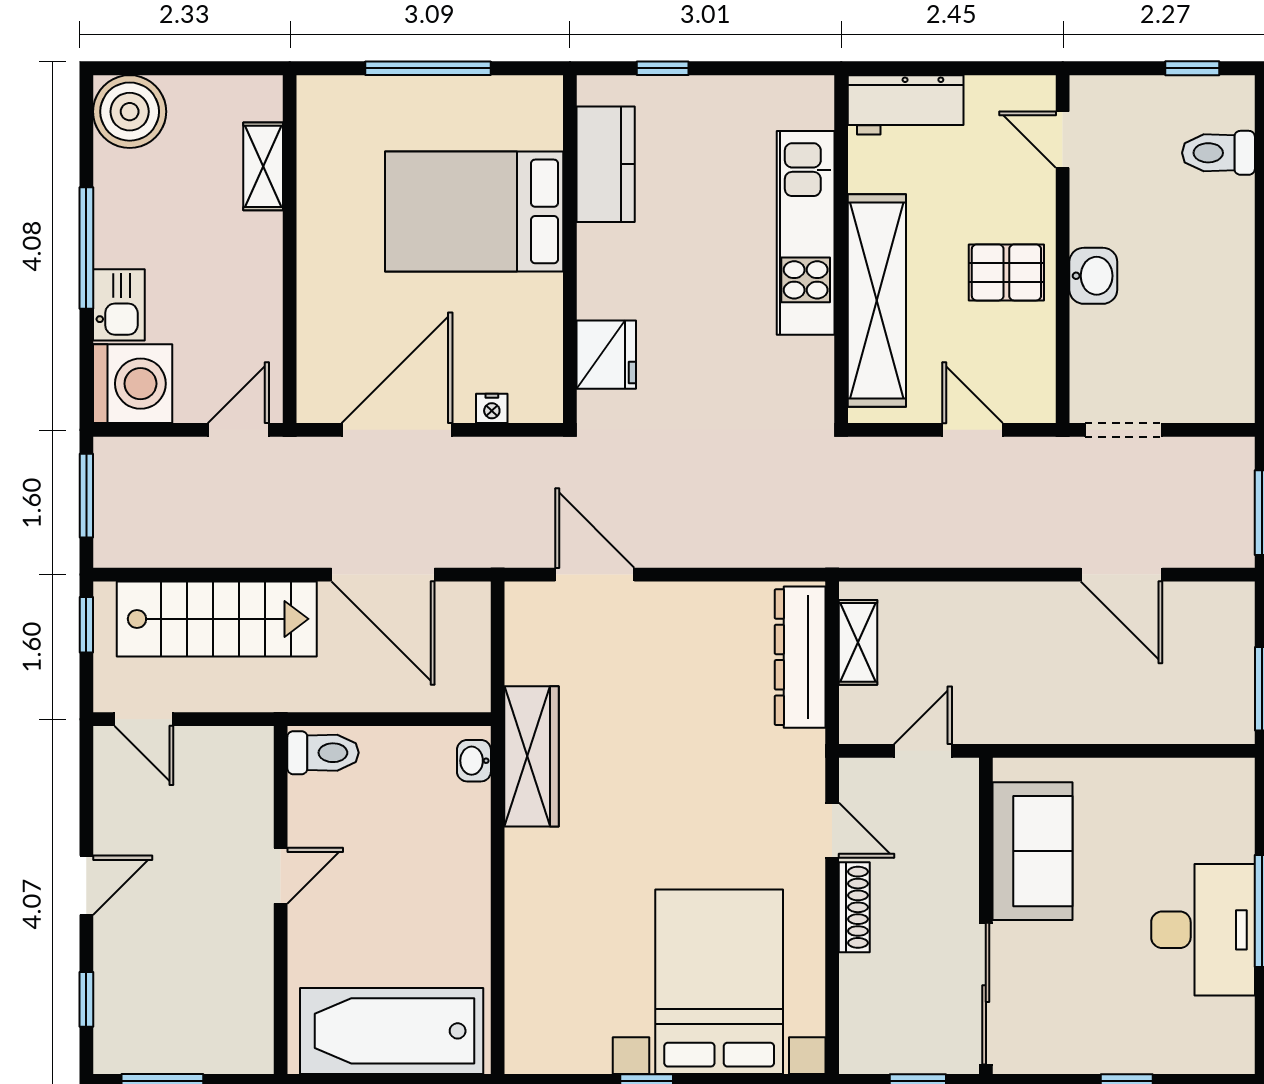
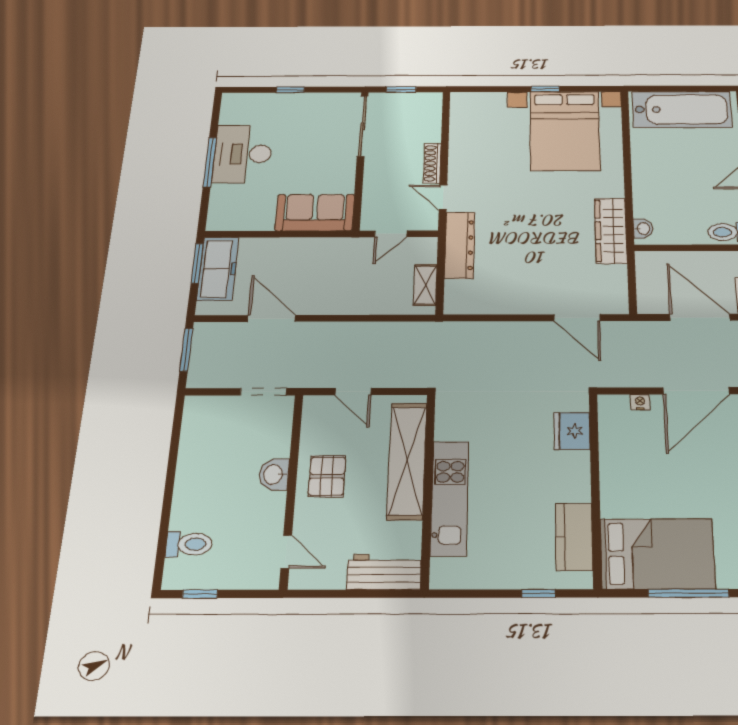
bed: (474, 211) -> (657, 554), moved
pallet: (1006, 272) -> (327, 476), turned 90
dresser: (800, 657) -> (460, 245), moved
freezer: (1224, 678) -> (218, 269), added
sofa: (1033, 851) -> (315, 213), moved, turned 90
bed with nightstands: (719, 982) -> (565, 131), moved

